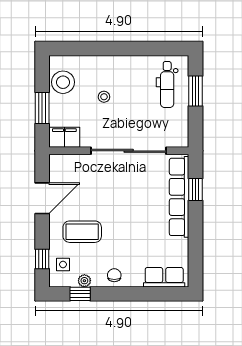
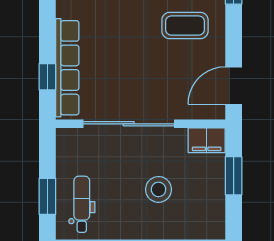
stool: (63, 82) -> (208, 207), removed
stool: (104, 97) -> (159, 189), width x1.89, depth x1.89
door: (42, 198) -> (234, 85), moved

